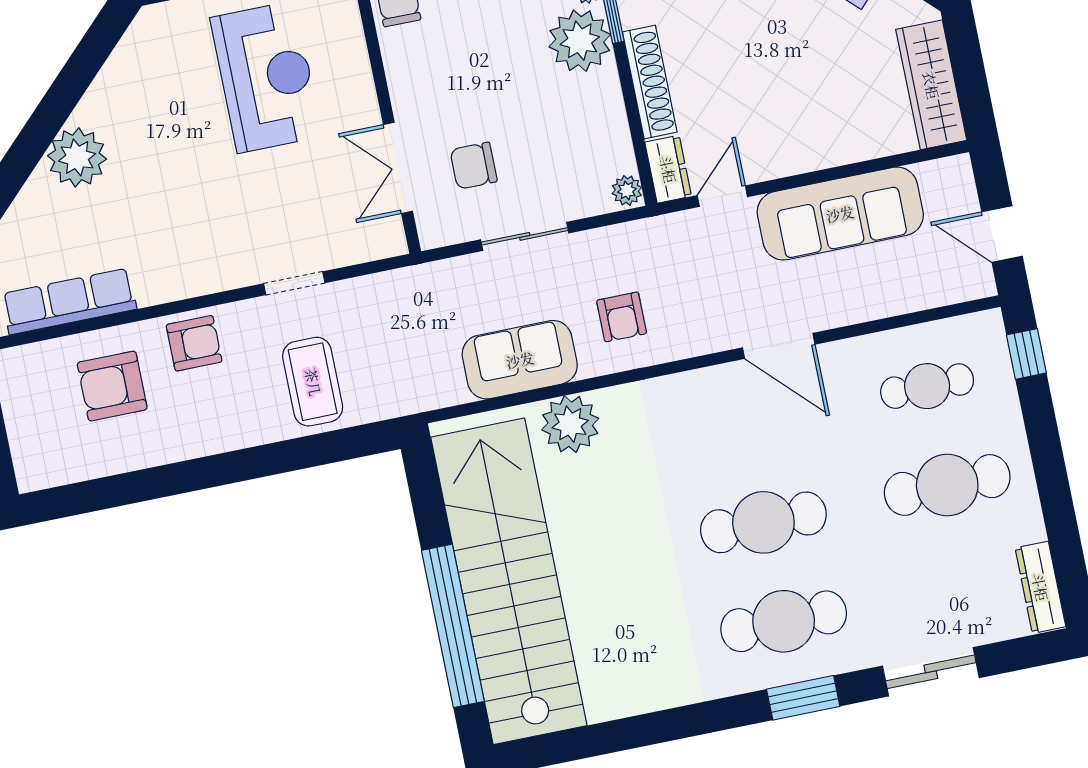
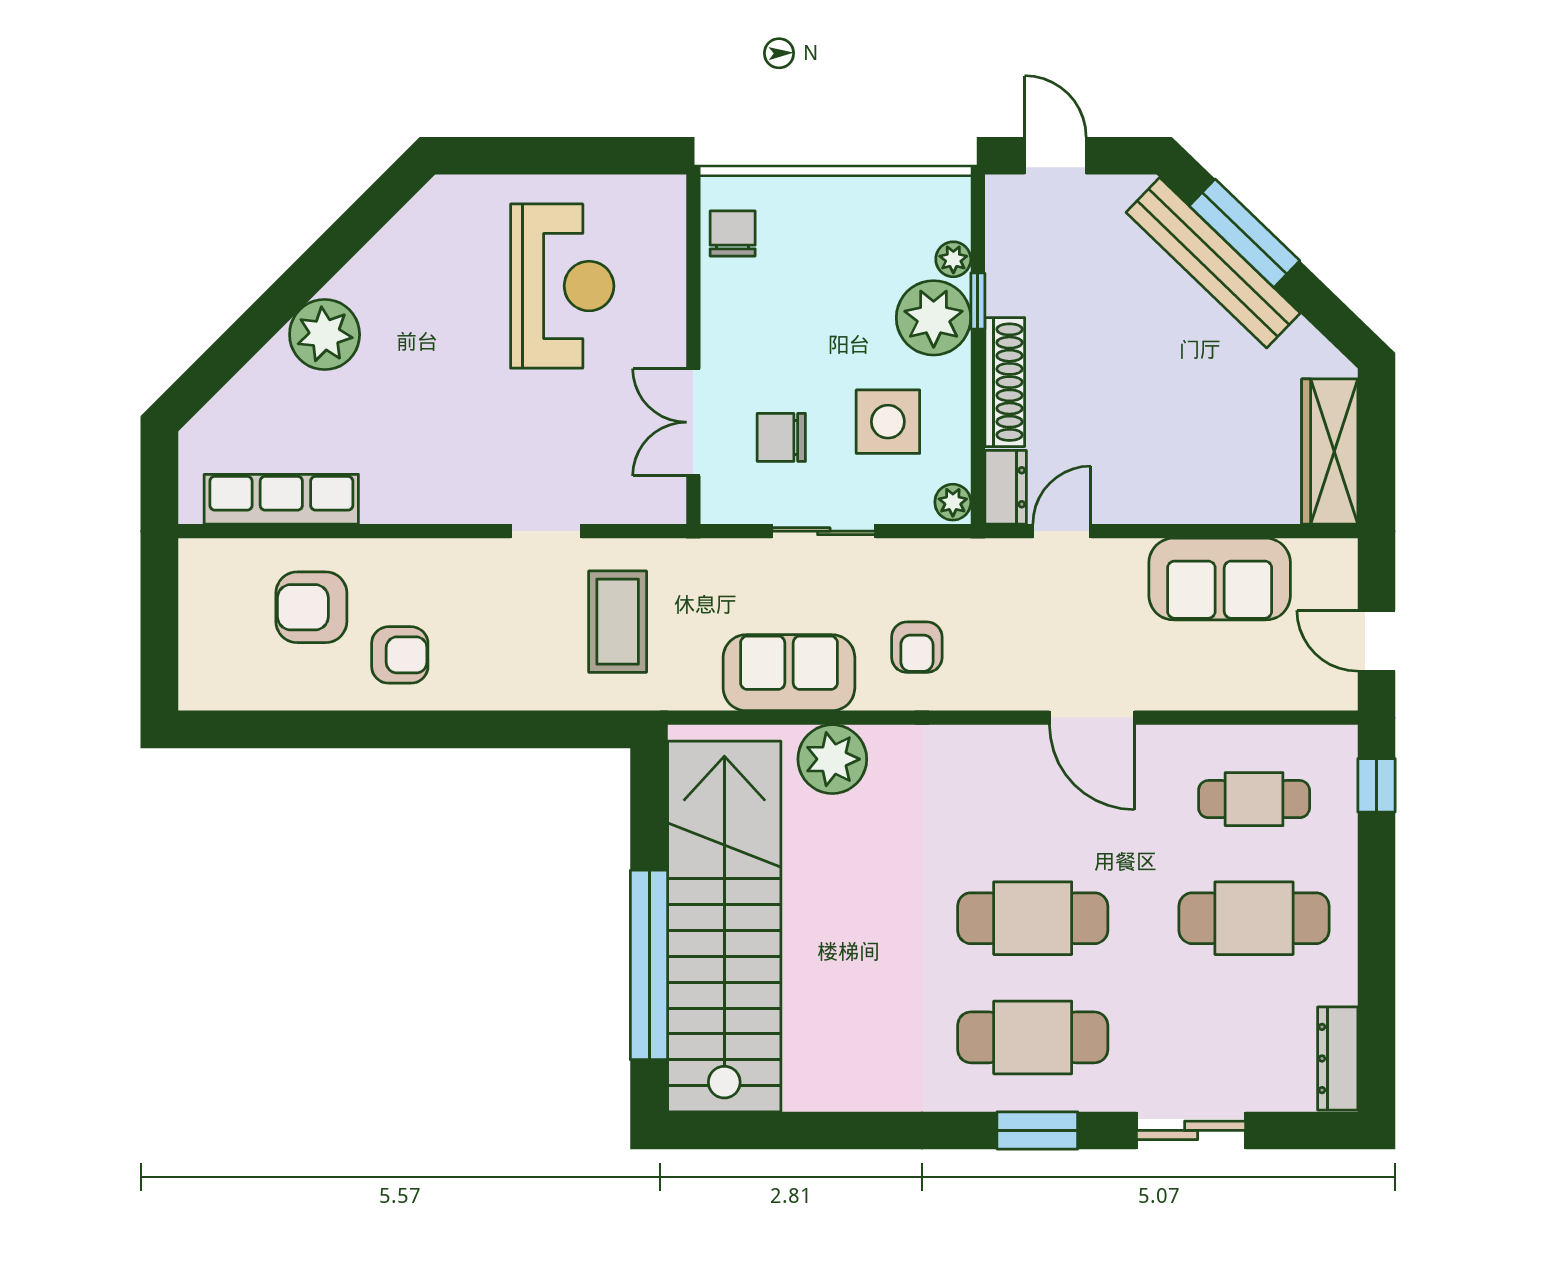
side table: (559, 135) -> (888, 422), added
sofa: (840, 214) -> (1220, 579), width x0.73
armchair: (194, 343) -> (400, 655), moved
coffee table: (313, 382) -> (618, 622), moved

